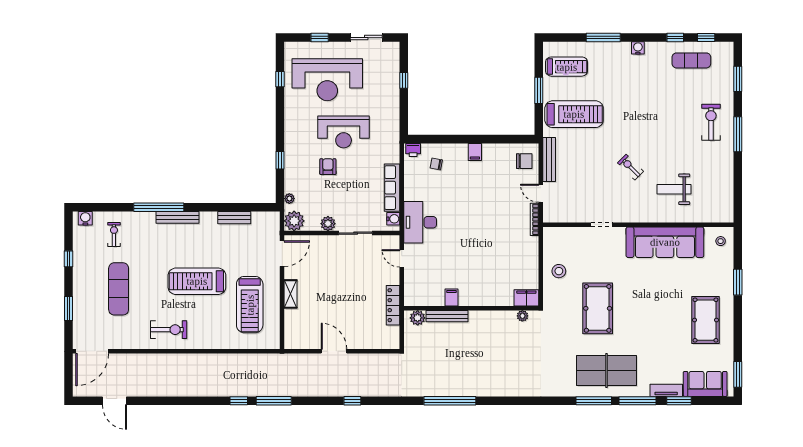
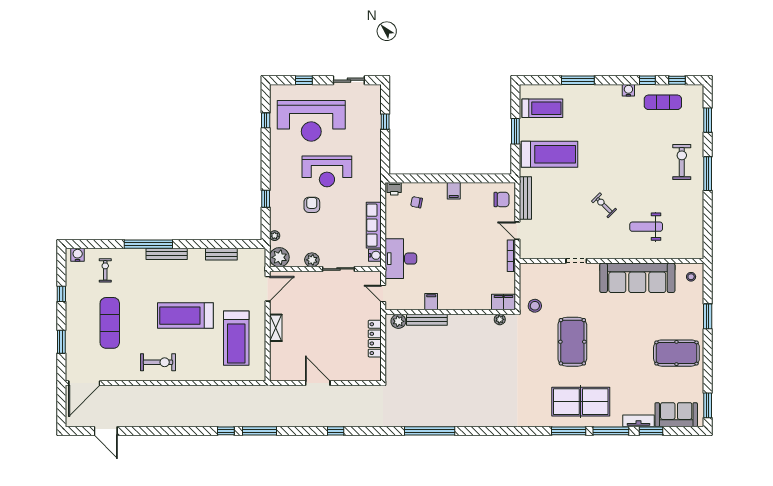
water cooler: (638, 48) -> (628, 90), moved
filing cabinet: (451, 297) -> (431, 302), moved
filing cabinet: (526, 298) -> (504, 302), moved
wall: (471, 308) -> (450, 312), moved
bench: (447, 316) -> (427, 320), moved
plant: (522, 316) -> (500, 319), moved
plant: (418, 318) -> (398, 321), moved
pool table: (705, 320) -> (676, 353), turned 90

